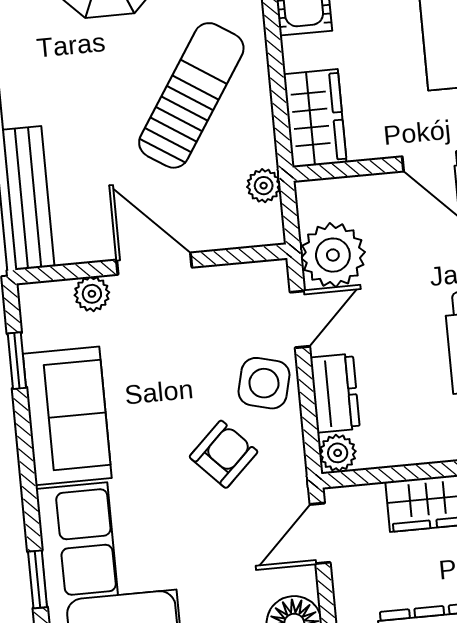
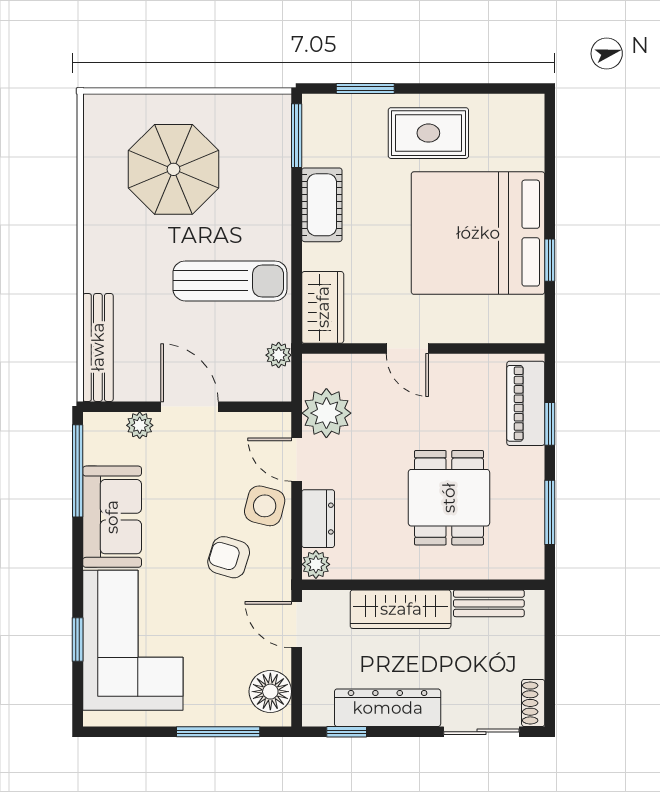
sun lounger: (191, 95) -> (230, 281), turned 57
door: (300, 319) -> (297, 460), swing flipped
window: (17, 361) -> (78, 471), width x2.17
armchair: (224, 454) -> (229, 557), turned -119
door: (320, 533) -> (297, 625), hinge flipped

